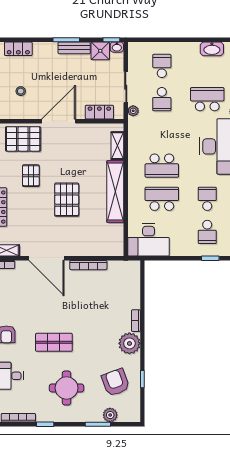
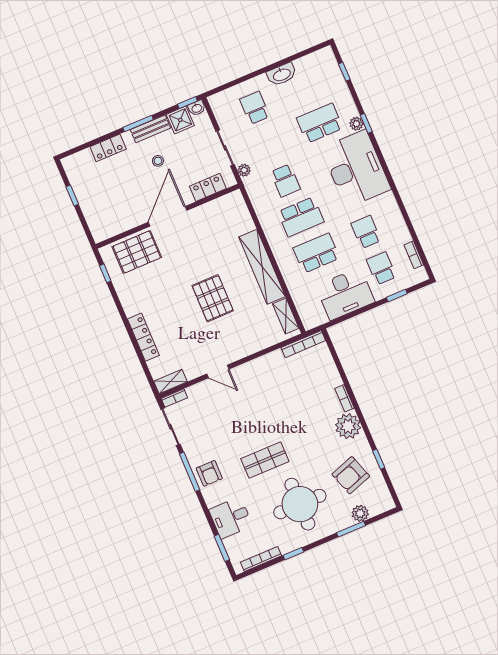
locker: (18, 49) -> (108, 148), moved
washbasin: (212, 49) -> (282, 74), moved
stool: (21, 91) -> (158, 161), moved
school desk: (162, 99) -> (285, 180), moved
shelving: (117, 146) -> (286, 316), moved
pallet: (31, 176) -> (162, 289), removed
school desk: (207, 232) -> (381, 268), turned 180
desk: (149, 240) -> (345, 294), moved
door: (47, 258) -> (218, 372), width x0.53
bookcase: (88, 265) -> (303, 344), moved
armchair: (115, 382) -> (351, 475), turned -89
round table: (67, 388) -> (300, 504), width x1.36, depth x1.36

